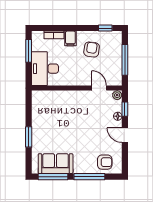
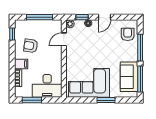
corner sofa: (48, 117) -> (89, 83), added

